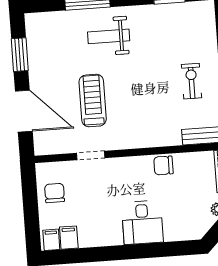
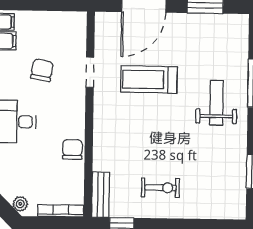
treadmill: (93, 101) -> (149, 79), turned 180
chair: (55, 193) -> (42, 70), moved, turned -80

